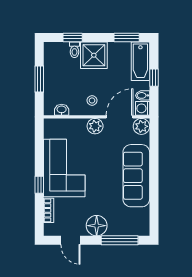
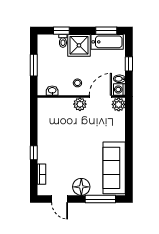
bathtub: (140, 61) -> (107, 42), moved, turned -90
corner sofa: (64, 168) -> (54, 139), removed
sofa: (136, 176) -> (114, 168), moved

